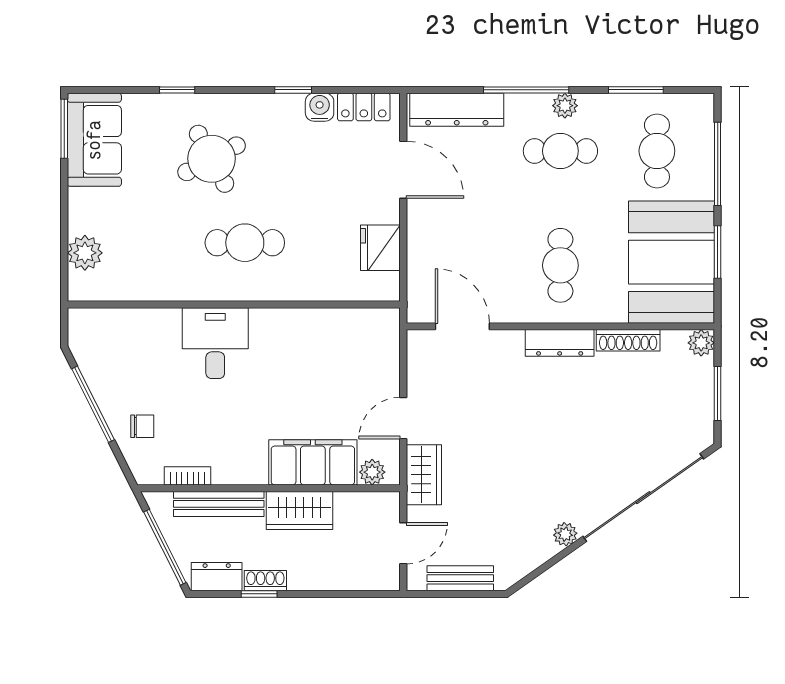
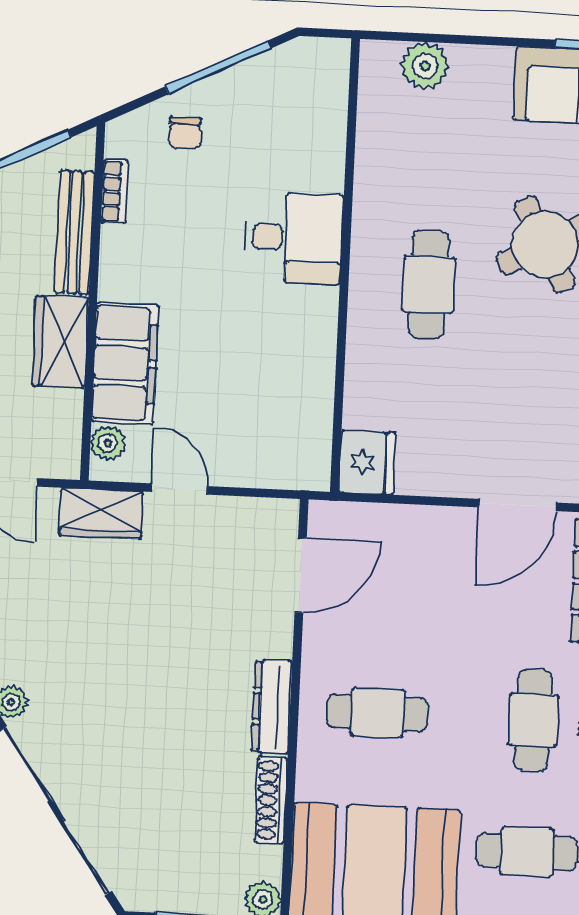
fridge: (380, 248) -> (367, 462), moved, turned 90

